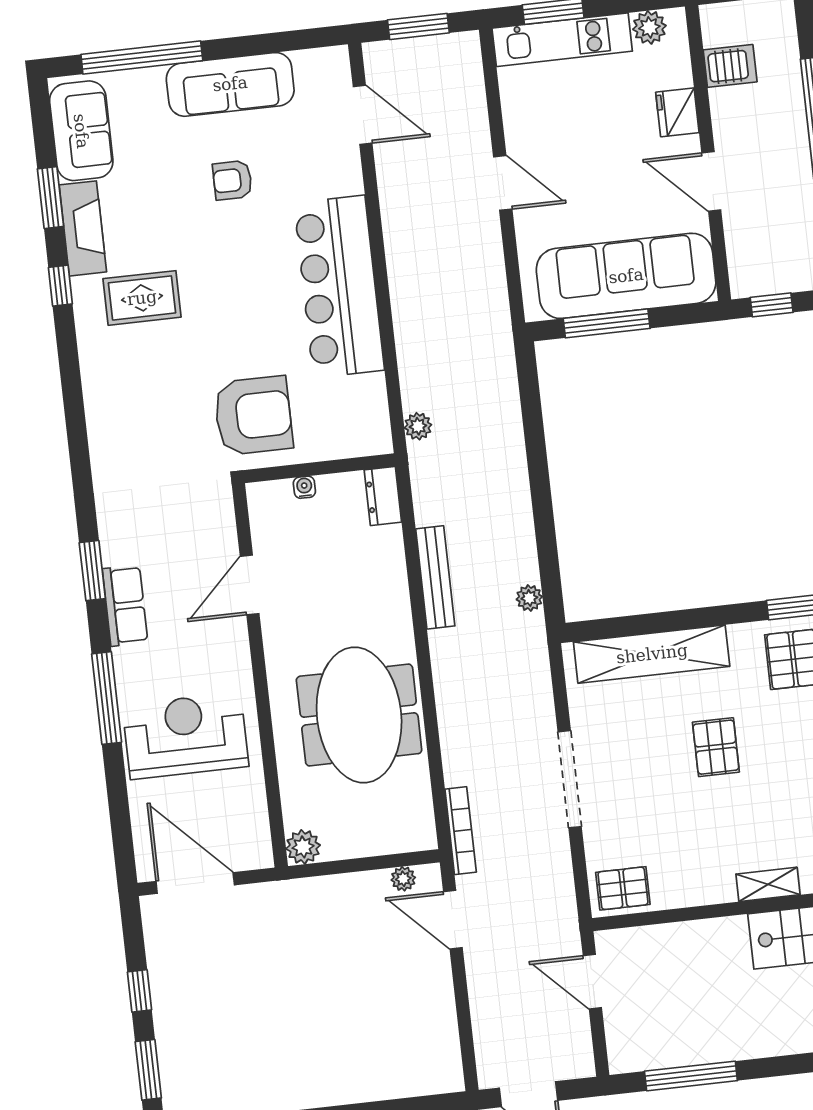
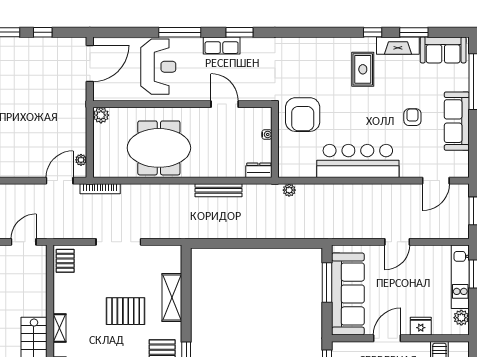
plant: (529, 598) -> (204, 233), removed
shelving: (652, 654) -> (172, 298), width x0.68
pallet: (716, 747) -> (126, 311), width x1.50, depth x1.42

